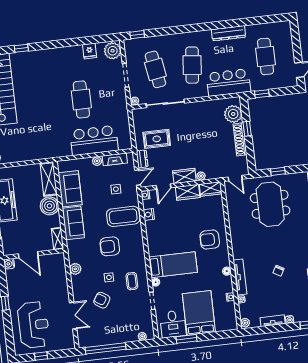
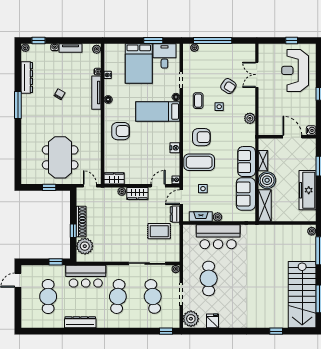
cafe table: (81, 99) -> (209, 278), moved
wardrobe: (188, 192) -> (136, 178), removed
nightstand: (149, 215) -> (175, 148), moved
shelving: (58, 239) -> (263, 161), moved
armchair: (110, 246) -> (201, 137), moved
window: (105, 348) -> (213, 40), moved

